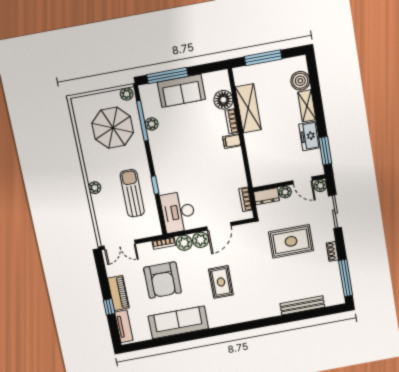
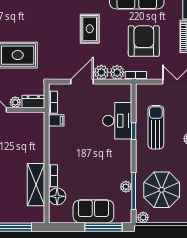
filing cabinet: (232, 141) -> (56, 120), moved
sun lounger: (132, 193) -> (156, 127), turned 180
desk: (178, 212) -> (117, 121), moved

